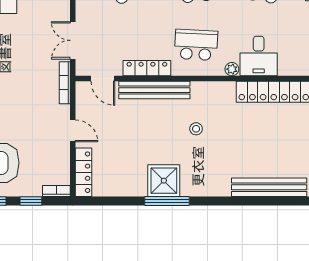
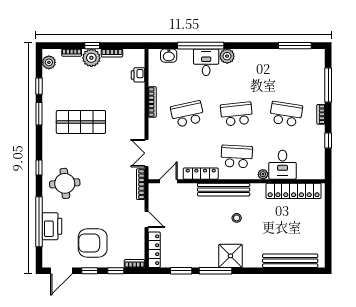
door: (103, 79) -> (168, 181), swing flipped
bench: (154, 90) -> (224, 190), moved
shower: (164, 181) -> (230, 256), moved
window: (120, 201) -> (181, 271), added

